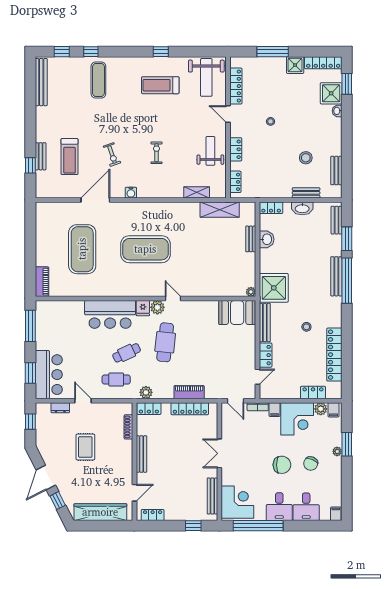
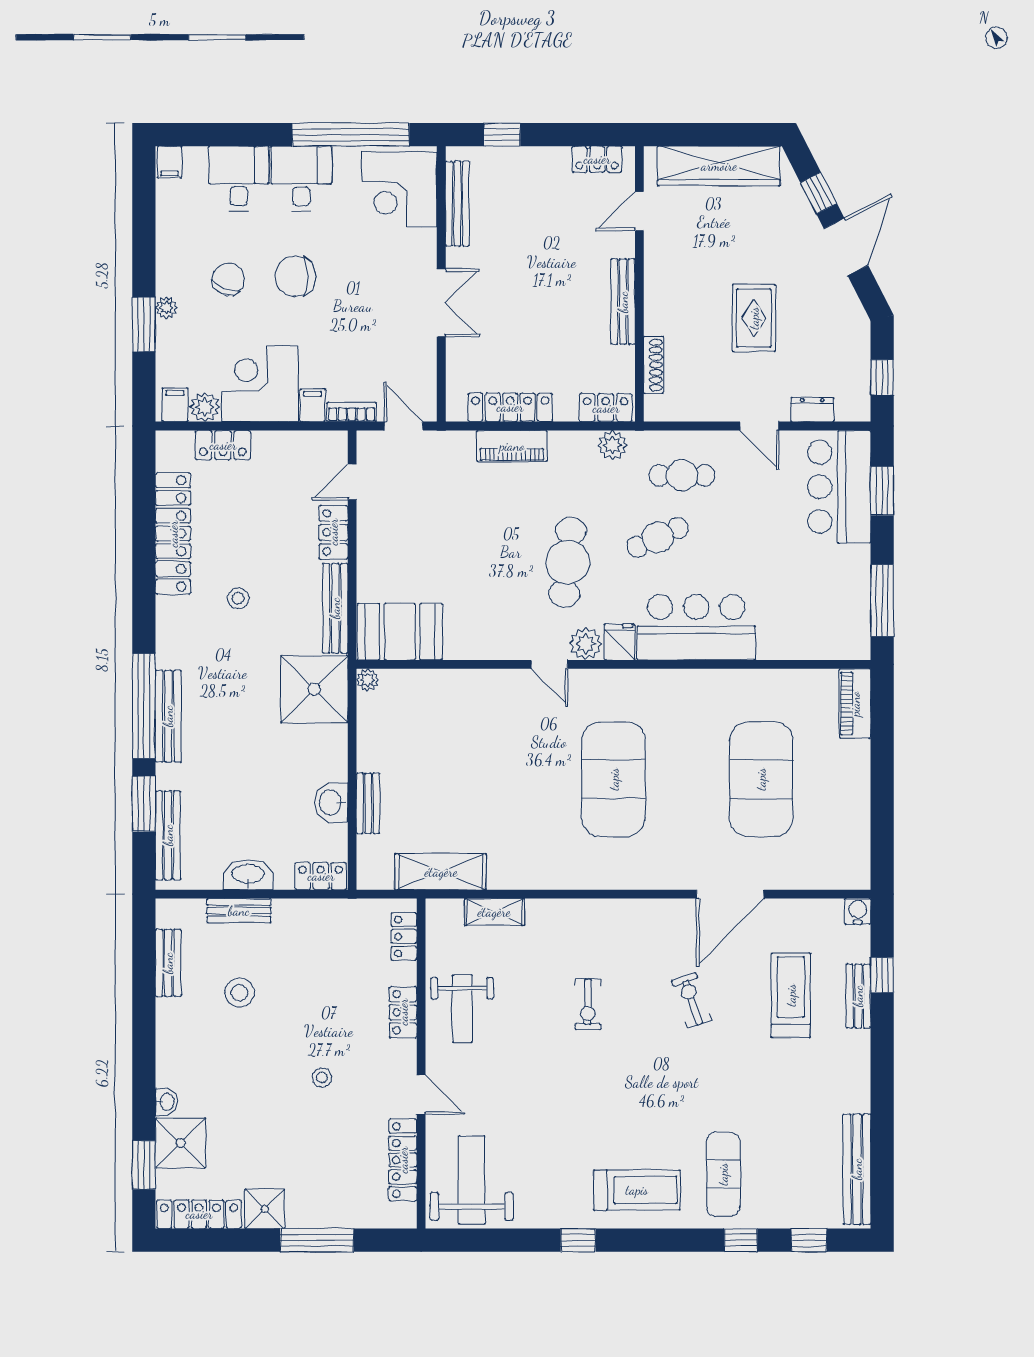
treadmill: (160, 85) -> (637, 1190), moved
water cooler: (131, 193) -> (858, 911), moved
bench: (337, 220) -> (168, 835), width x1.36
exercise mat: (145, 249) -> (614, 779), turned 90

